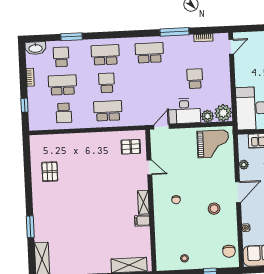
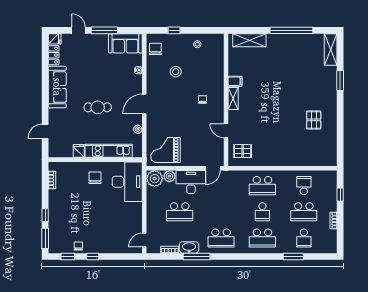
washbasin: (35, 48) -> (189, 247), moved
school desk: (195, 79) -> (180, 212), width x1.85
pallet: (50, 172) -> (314, 120), moved
stool: (214, 209) -> (176, 72), moved

